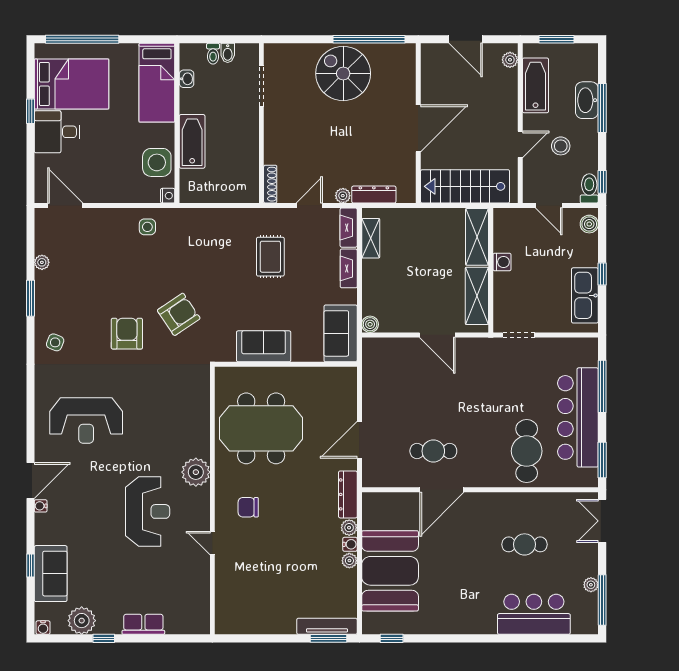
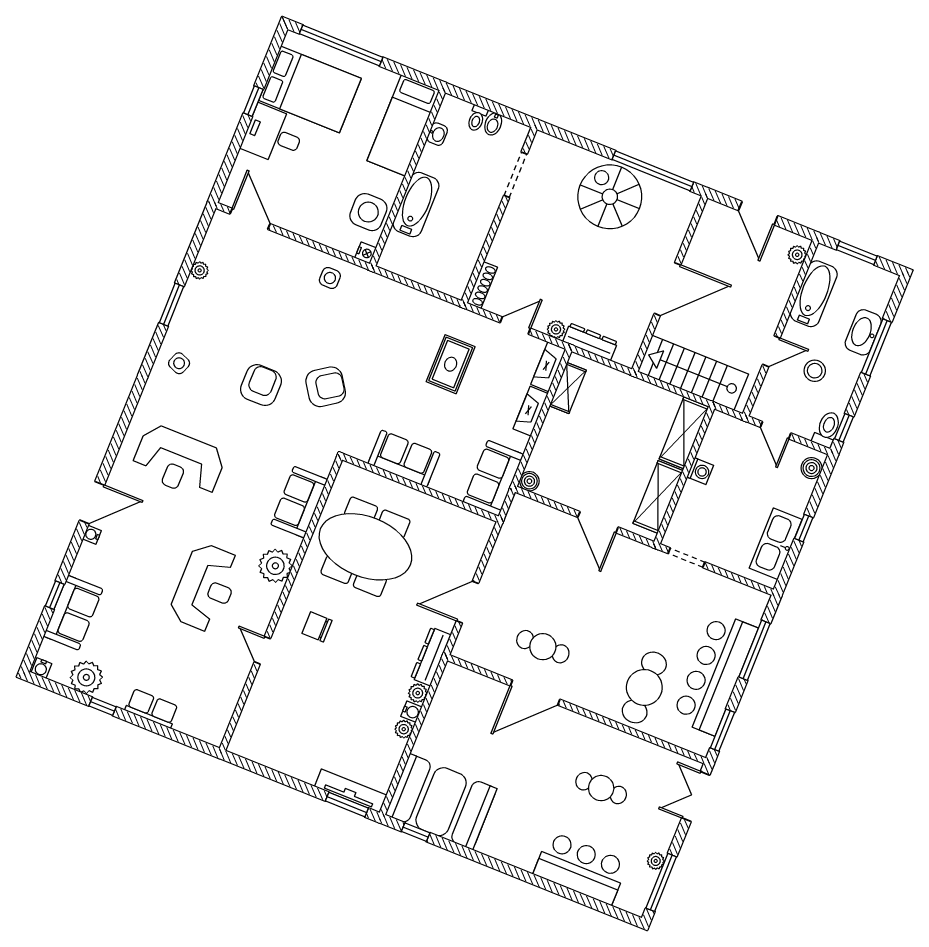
sofa: (194, 414) -> (299, 502), added
booth: (390, 571) -> (441, 802), moved, turned 90

